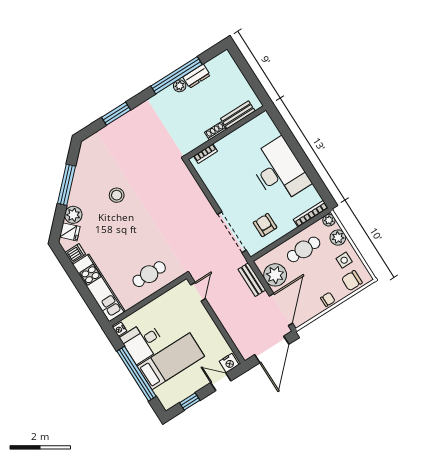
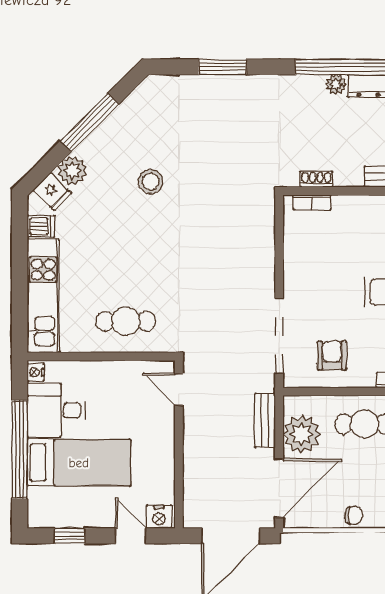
shoe rack: (215, 131) -> (316, 179), moved
door: (198, 292) -> (179, 389), swing flipped

